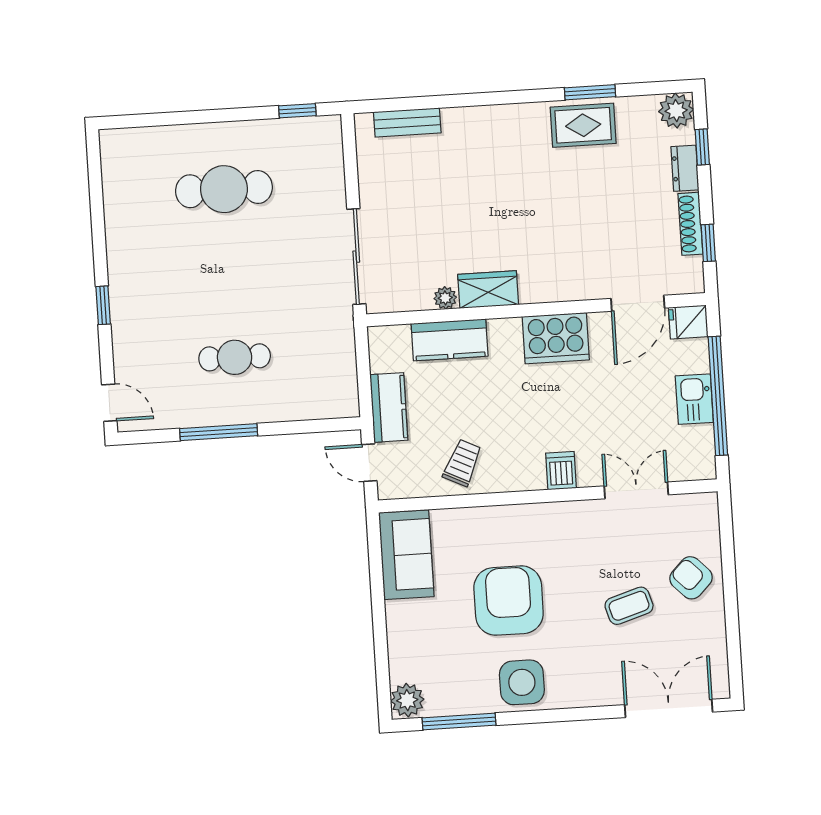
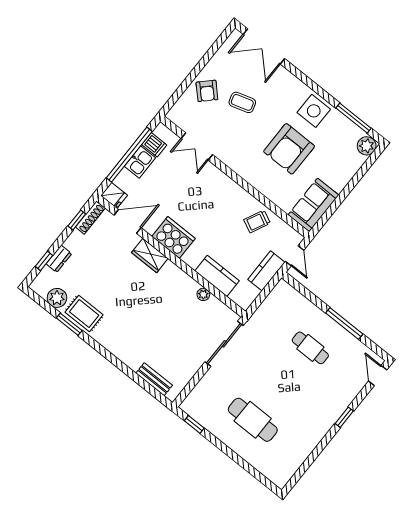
plant: (676, 111) -> (57, 298), moved
shoe rack: (690, 224) -> (90, 218), moved
wardrobe: (488, 290) -> (150, 255), moved
dishwasher: (561, 471) -> (154, 145), moved, turned -90

